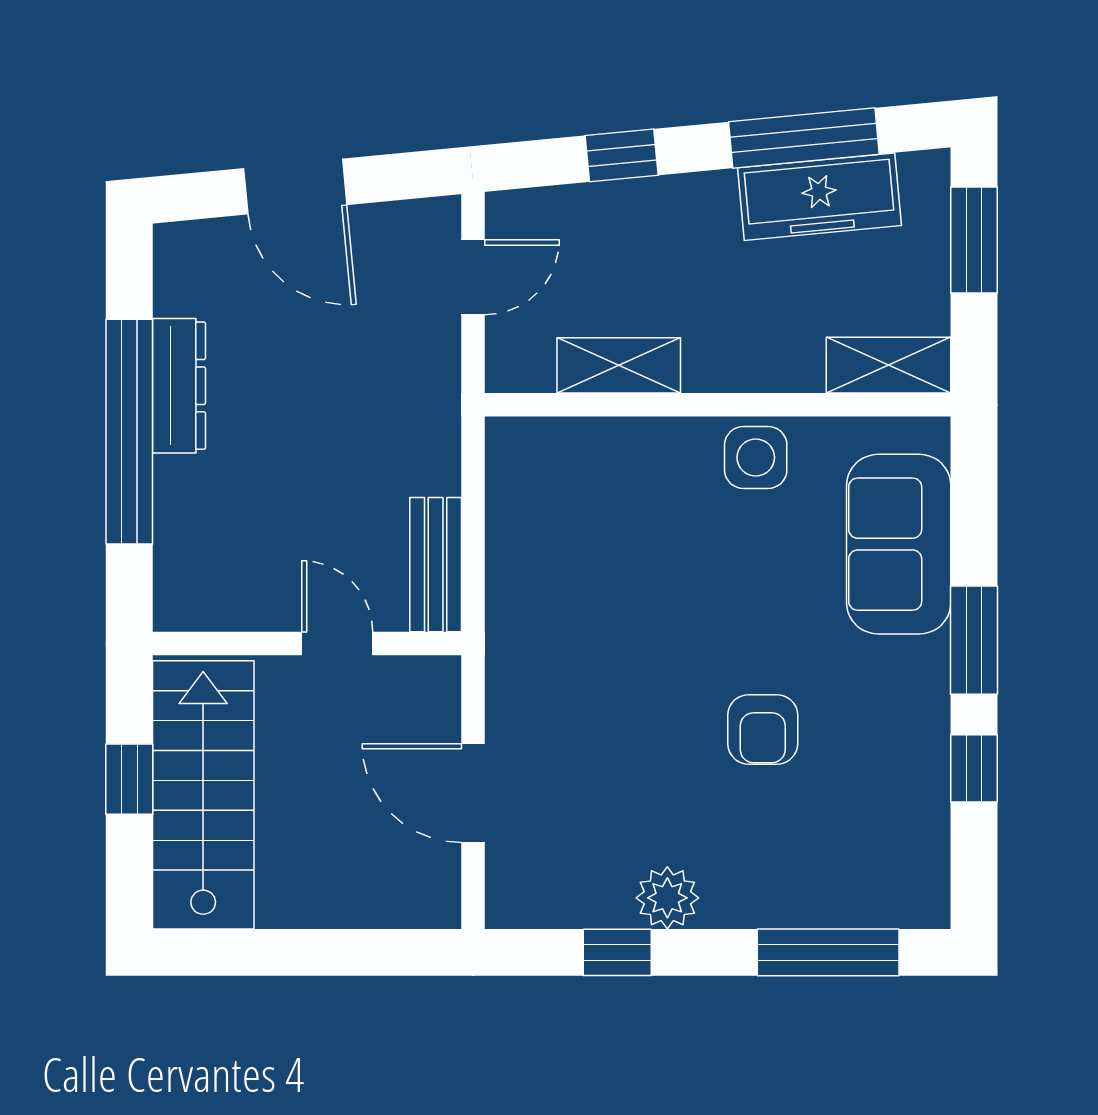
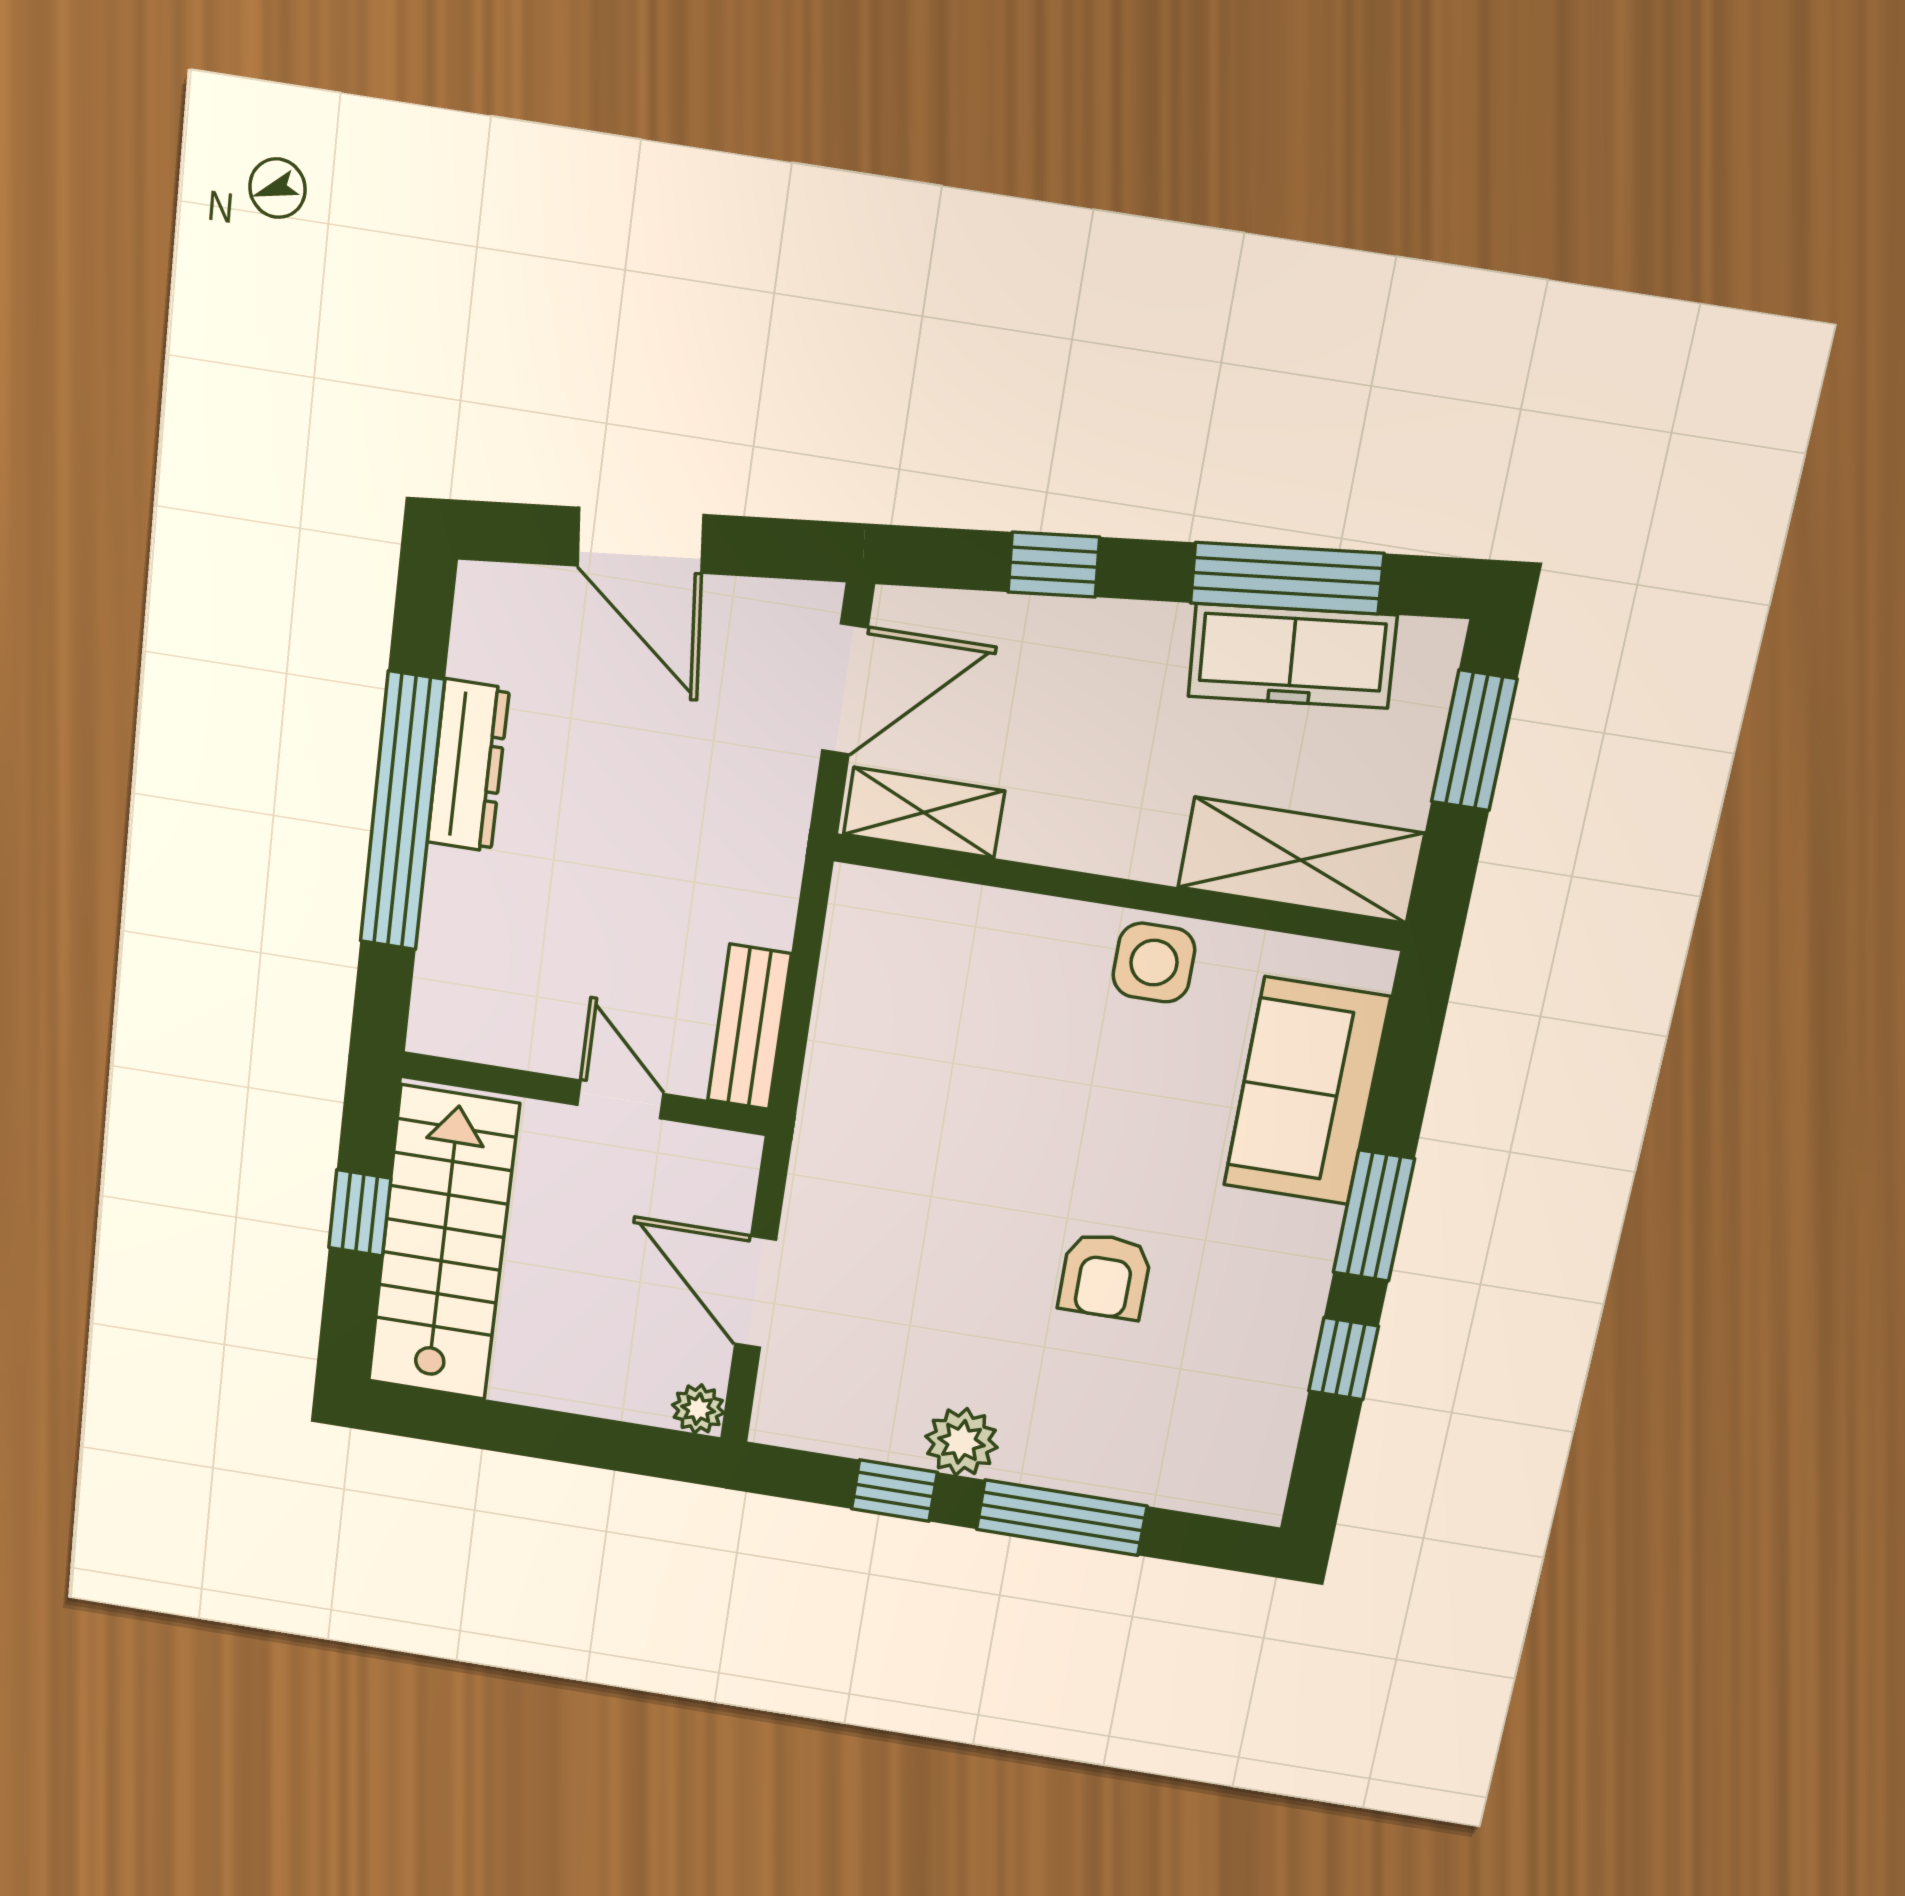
door: (473, 277) -> (845, 689), width x1.38
shelving: (619, 365) -> (924, 813), moved
shelving: (888, 365) -> (1301, 860), width x1.50, depth x1.33
plant: (439, 906) -> (698, 1409), added
window: (828, 952) -> (1062, 1518), moved

